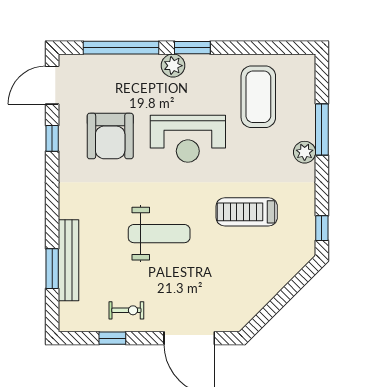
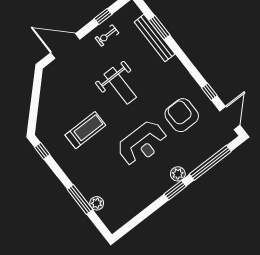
coffee table: (258, 97) -> (124, 191), removed
reception desk: (188, 139) -> (142, 144), turned 180
plant: (305, 152) -> (97, 203), moved
weight bench: (159, 234) -> (120, 86), turned -90

